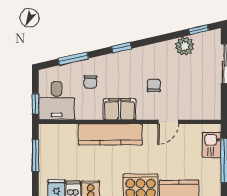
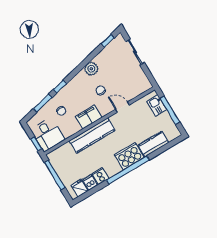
plant: (184, 46) -> (91, 69), moved
window: (121, 48) -> (60, 87), moved
door: (168, 122) -> (122, 107), swing flipped
window: (35, 155) -> (55, 175), width x1.44

